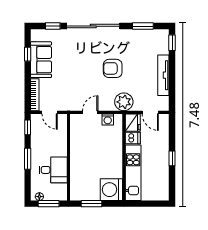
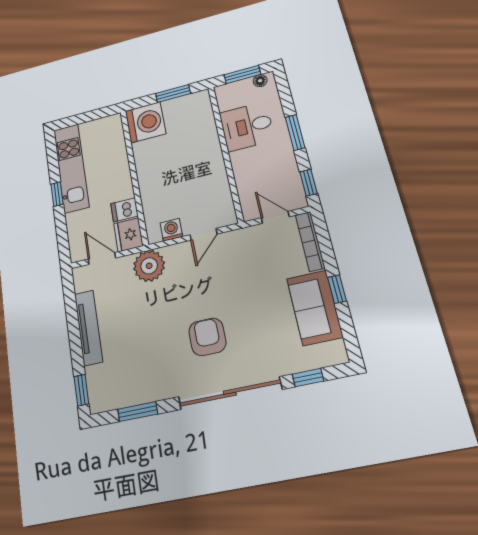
window: (28, 54) -> (337, 289), moved
armchair: (113, 68) -> (207, 337), moved, turned -90
kitchen unit: (133, 173) -> (71, 168), moved, turned 180

